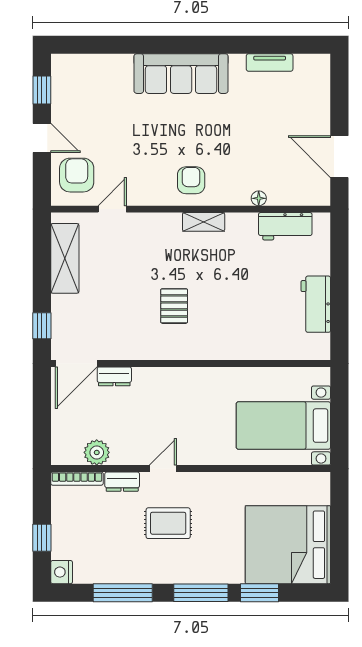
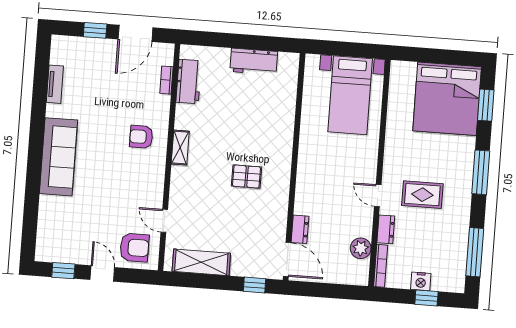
window: (339, 107) -> (95, 30), added
door: (42, 138) -> (102, 274), hinge flipped
armchair: (77, 175) -> (134, 248), turned 180
armchair: (191, 180) -> (141, 137), moved
floor lamp: (259, 198) -> (164, 101), removed
bookcase: (285, 199) -> (166, 80), added
rug: (168, 523) -> (422, 195), turned 90
nightstand: (62, 572) -> (421, 281), moved
window: (123, 593) -> (475, 252), moved
window: (260, 593) -> (486, 105), moved

